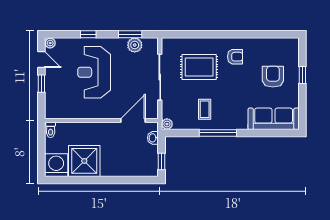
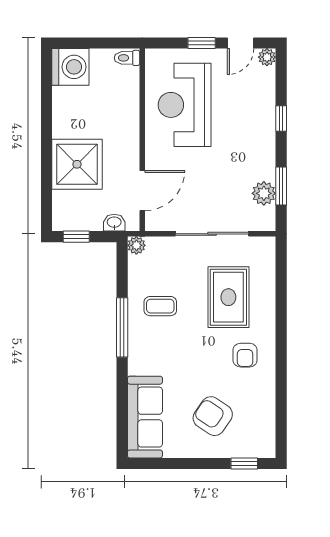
reception desk: (94, 72) -> (185, 105), moved, turned -90
window: (302, 75) -> (244, 463), moved
armchair: (273, 77) -> (213, 416), turned -146
door: (133, 120) -> (142, 191), hinge flipped
shower: (84, 161) -> (77, 164), moved

